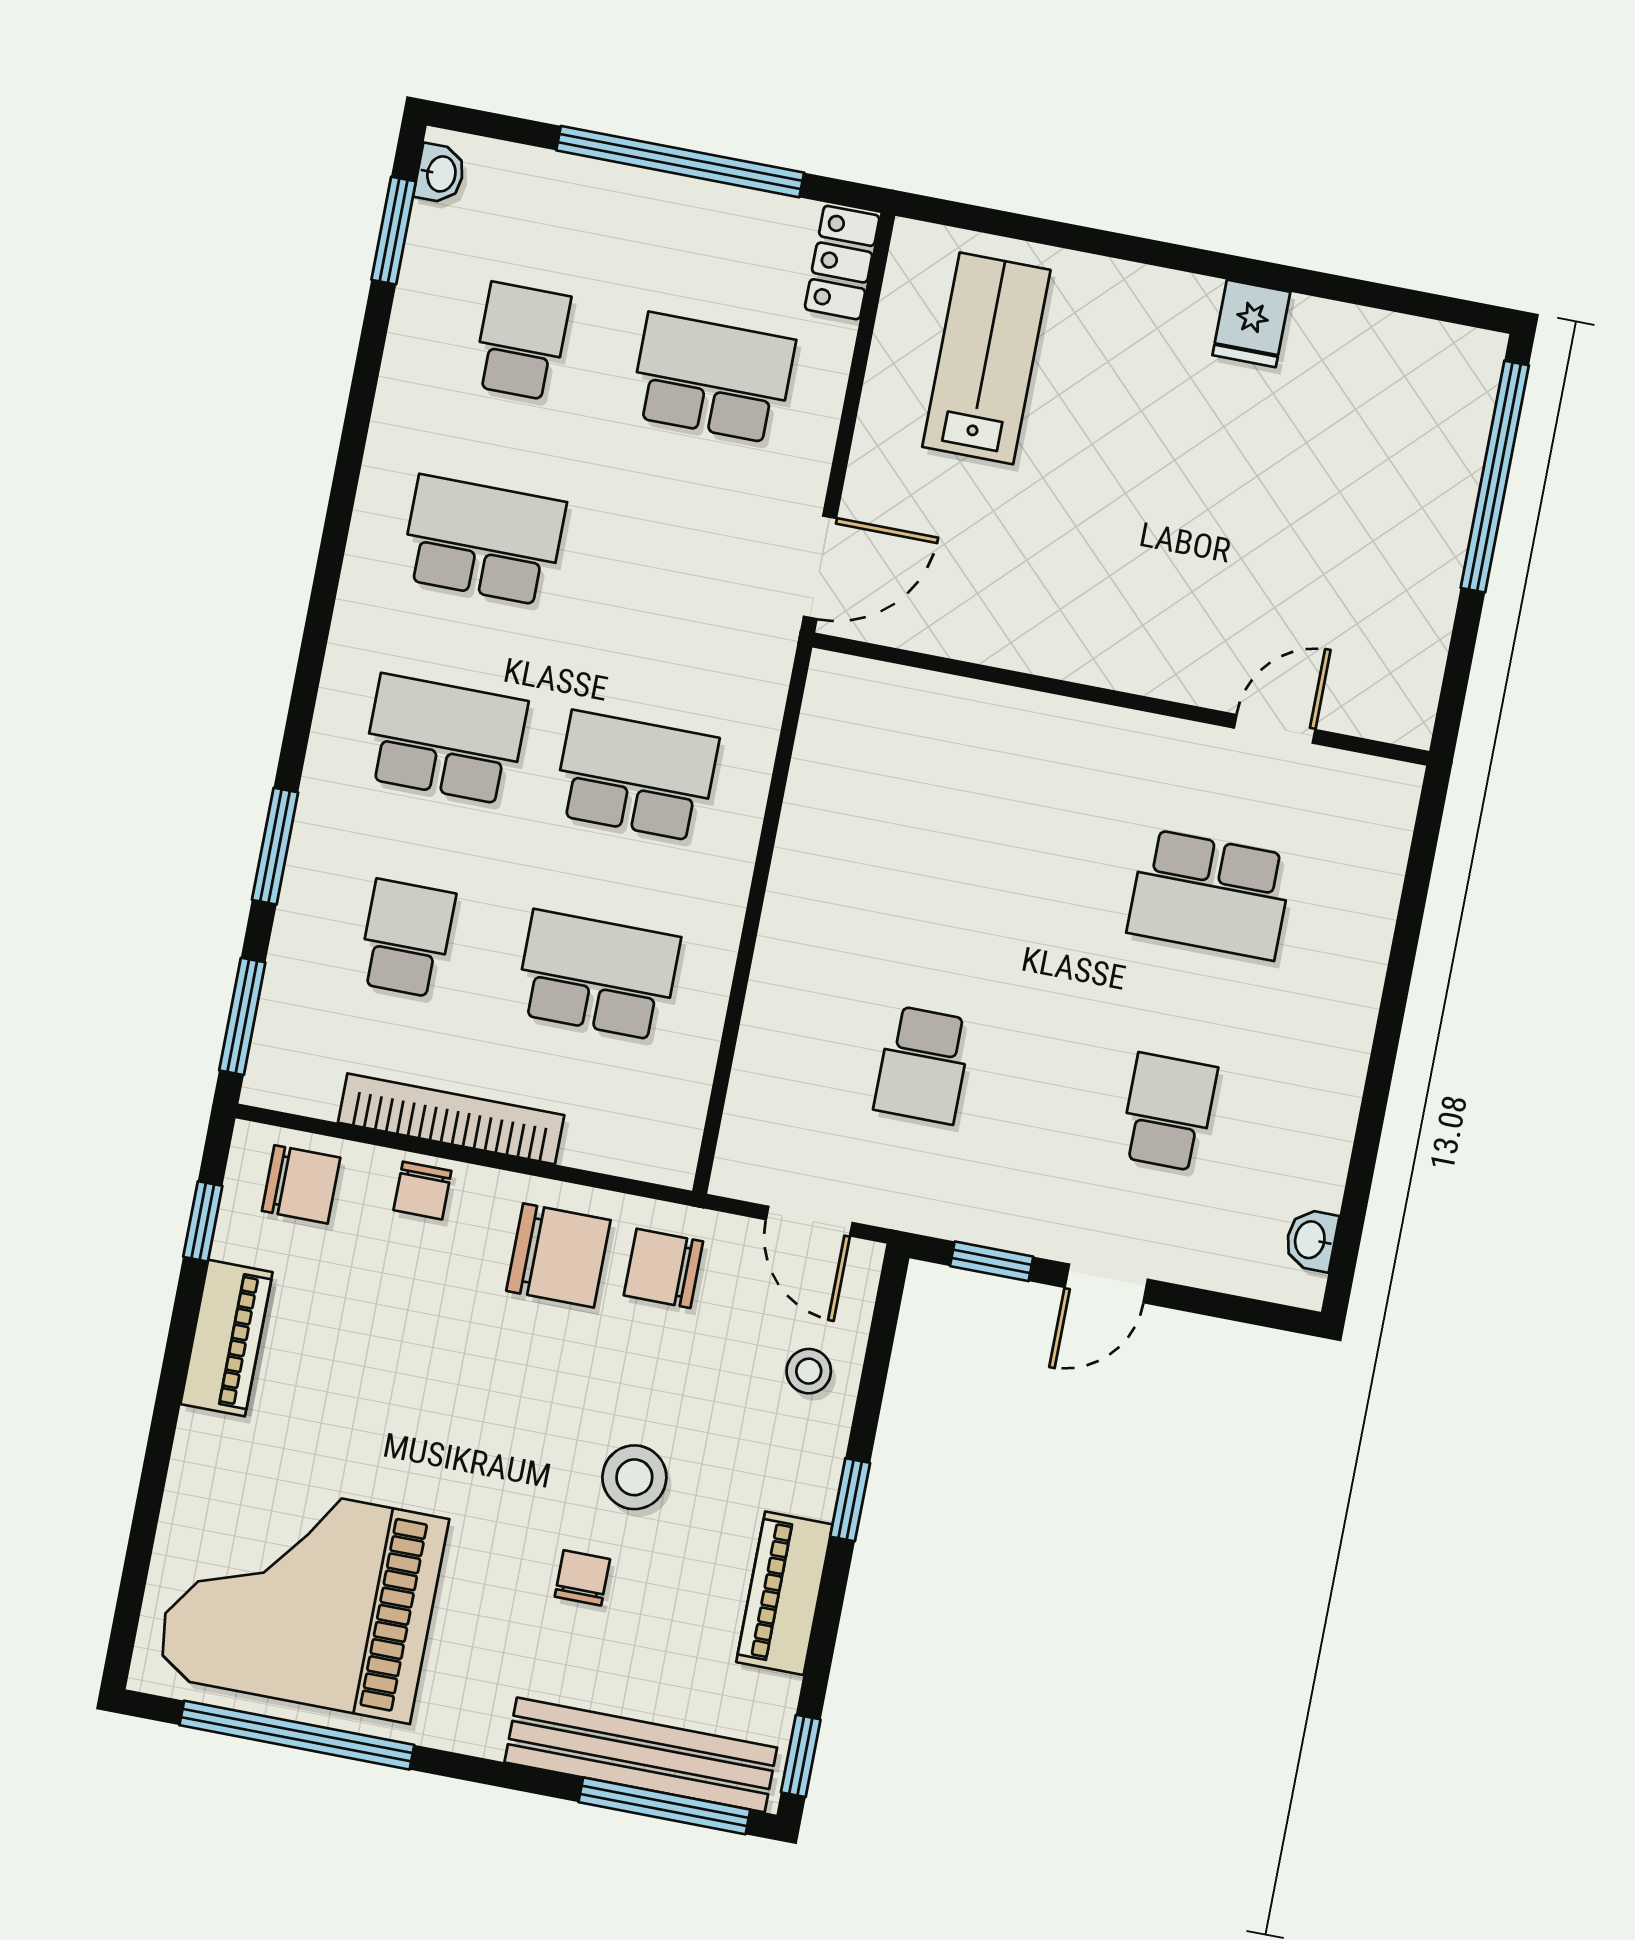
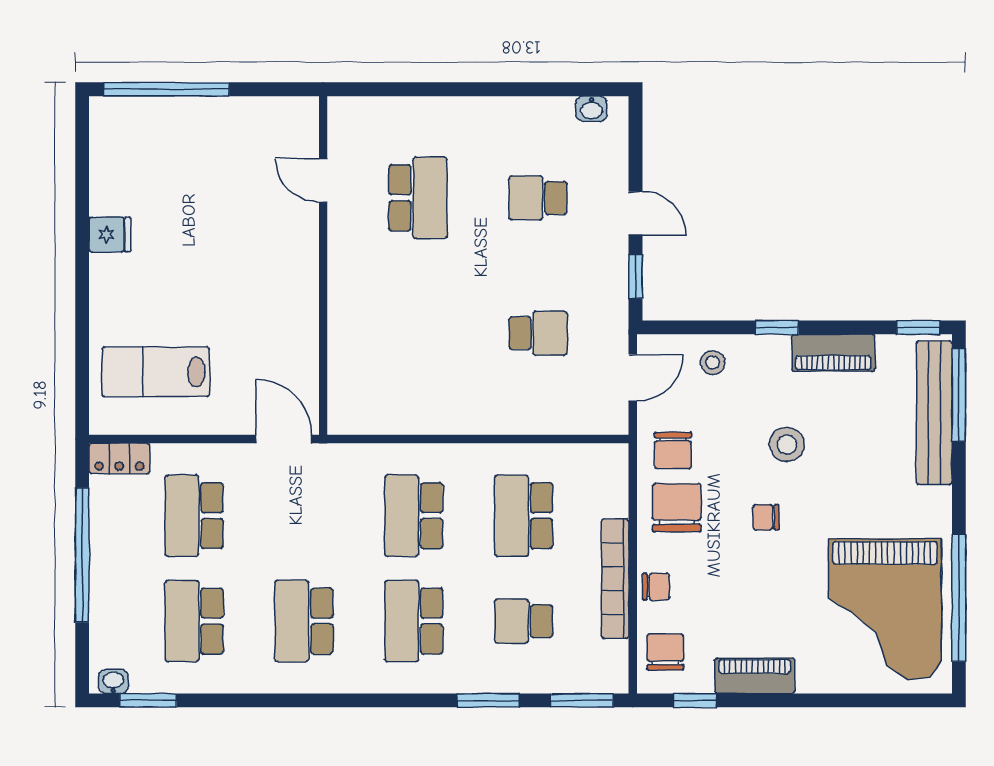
school desk: (521, 341) -> (194, 621), width x1.85
chair: (582, 1578) -> (766, 517), moved

